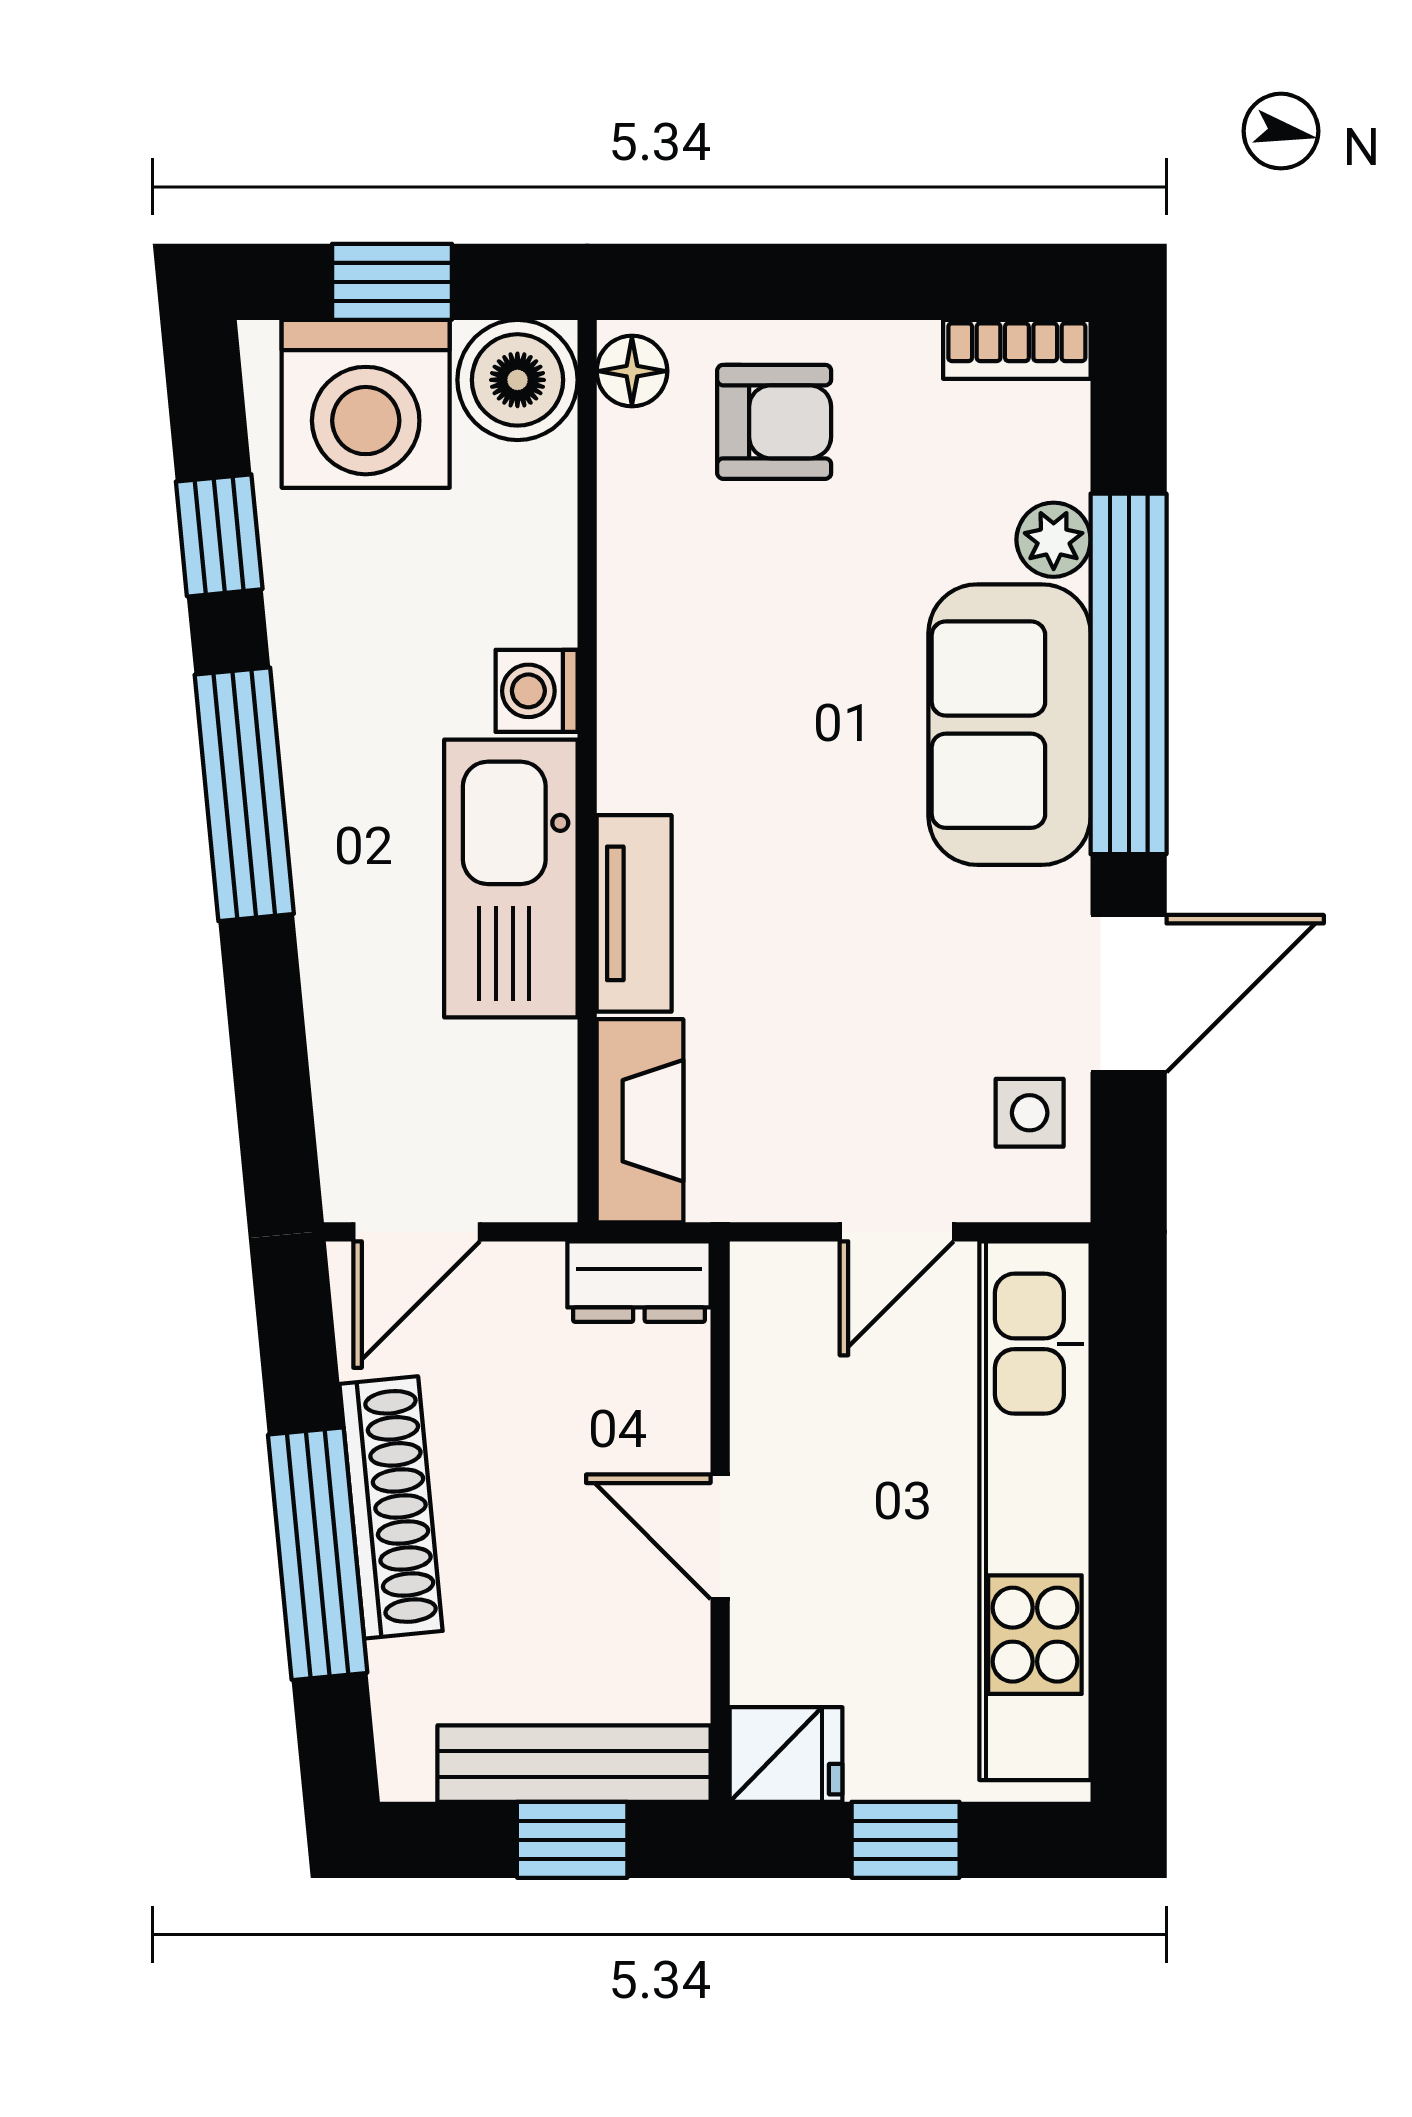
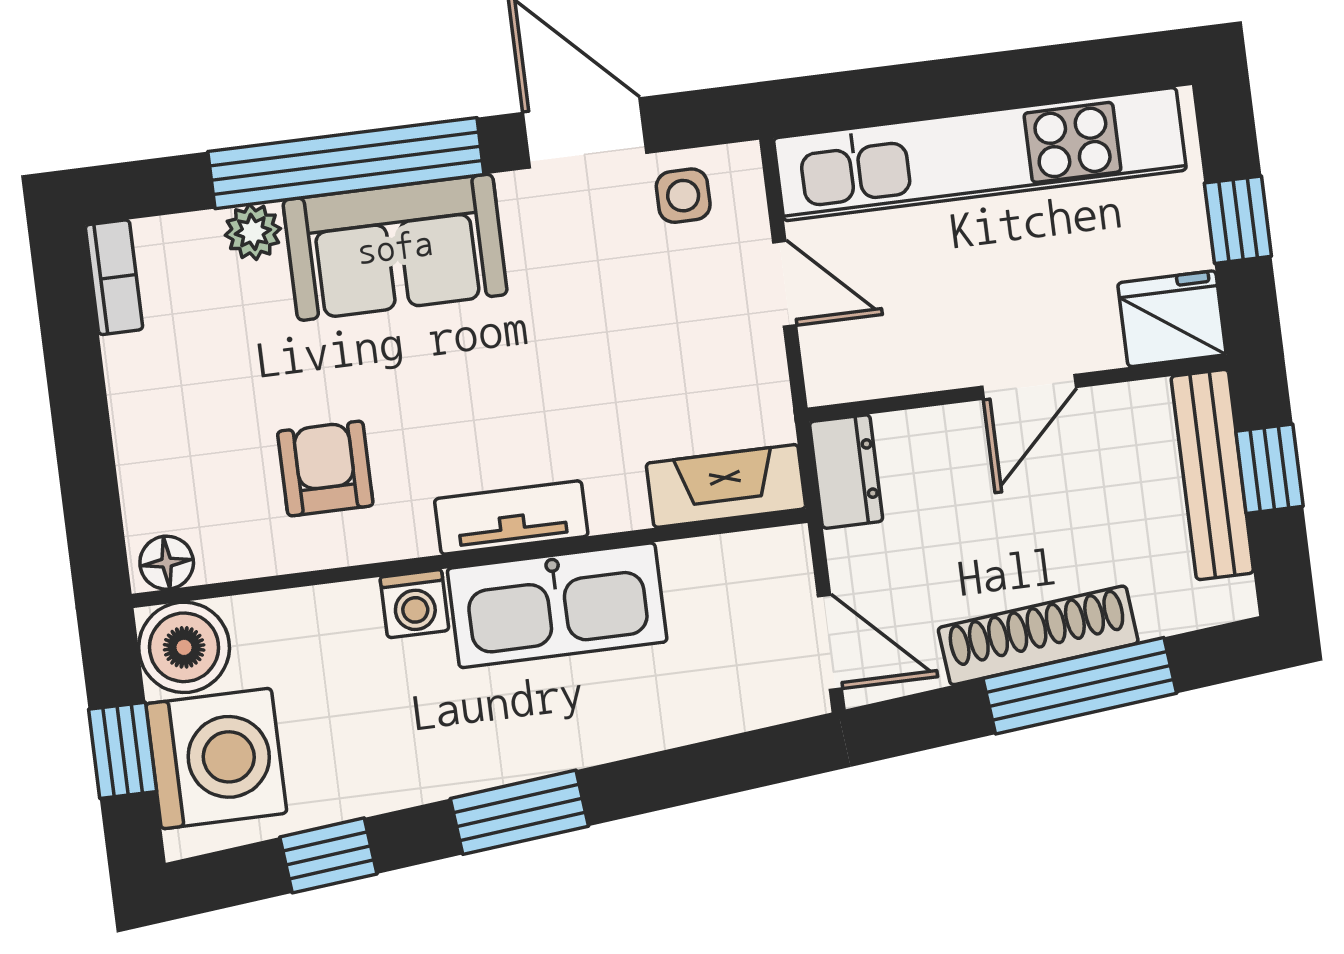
armchair: (774, 422) -> (325, 468), moved
window: (244, 794) -> (519, 812), width x0.69
tv unit: (634, 913) -> (511, 518), moved
fridge: (786, 1754) -> (1172, 319), width x1.38

